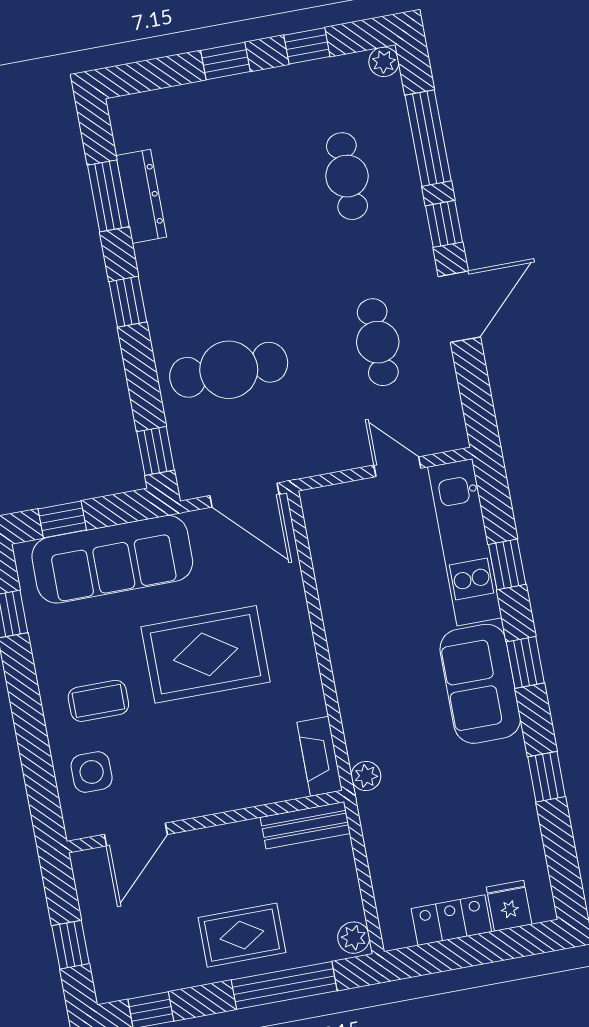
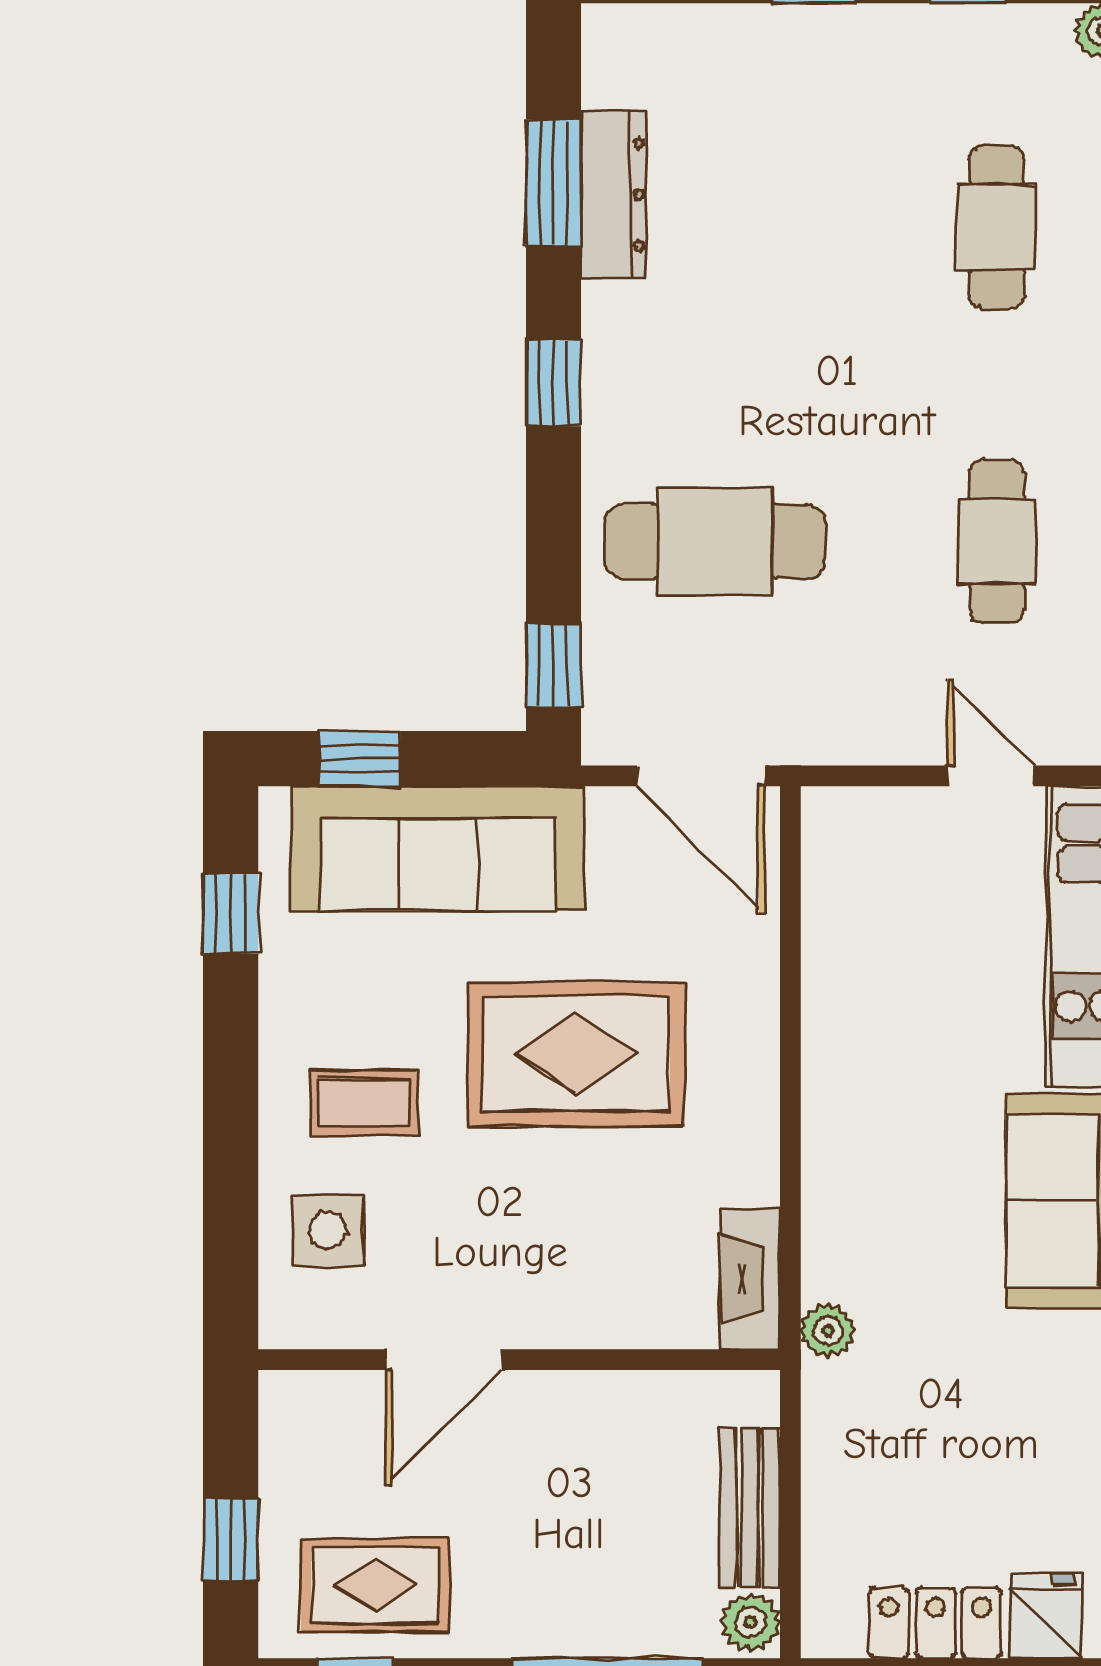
bench: (305, 825) -> (750, 1507), moved, turned 90
door: (136, 834) -> (444, 1360), moved
rug: (242, 935) -> (375, 1585), moved

